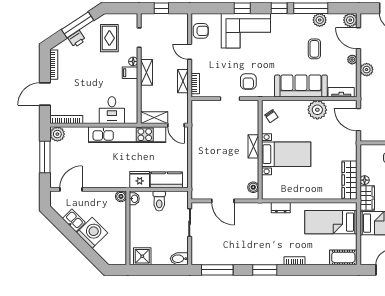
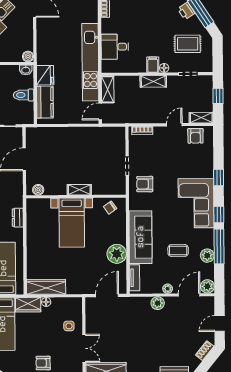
corner sofa: (246, 31) -> (196, 203), moved
shelving: (183, 81) -> (201, 118), moved

